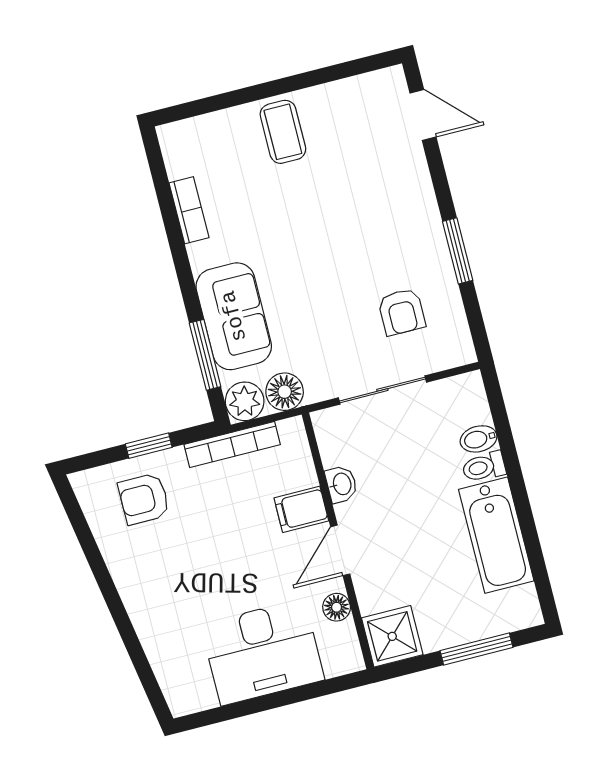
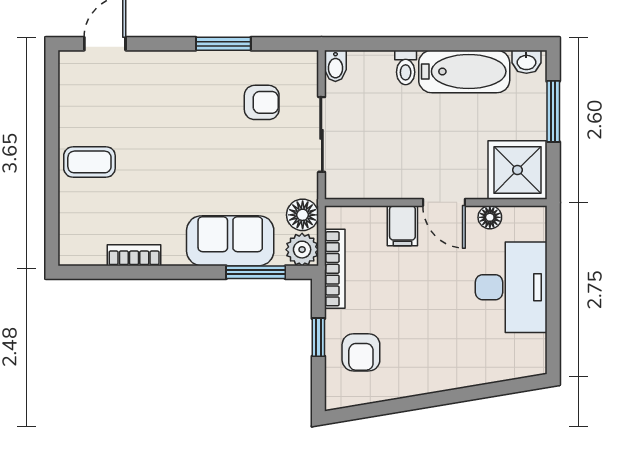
bidet: (479, 439) -> (335, 66), moved
washbasin: (341, 484) -> (526, 62), moved, turned 180
shower: (392, 636) -> (517, 170), width x1.36, depth x1.36

